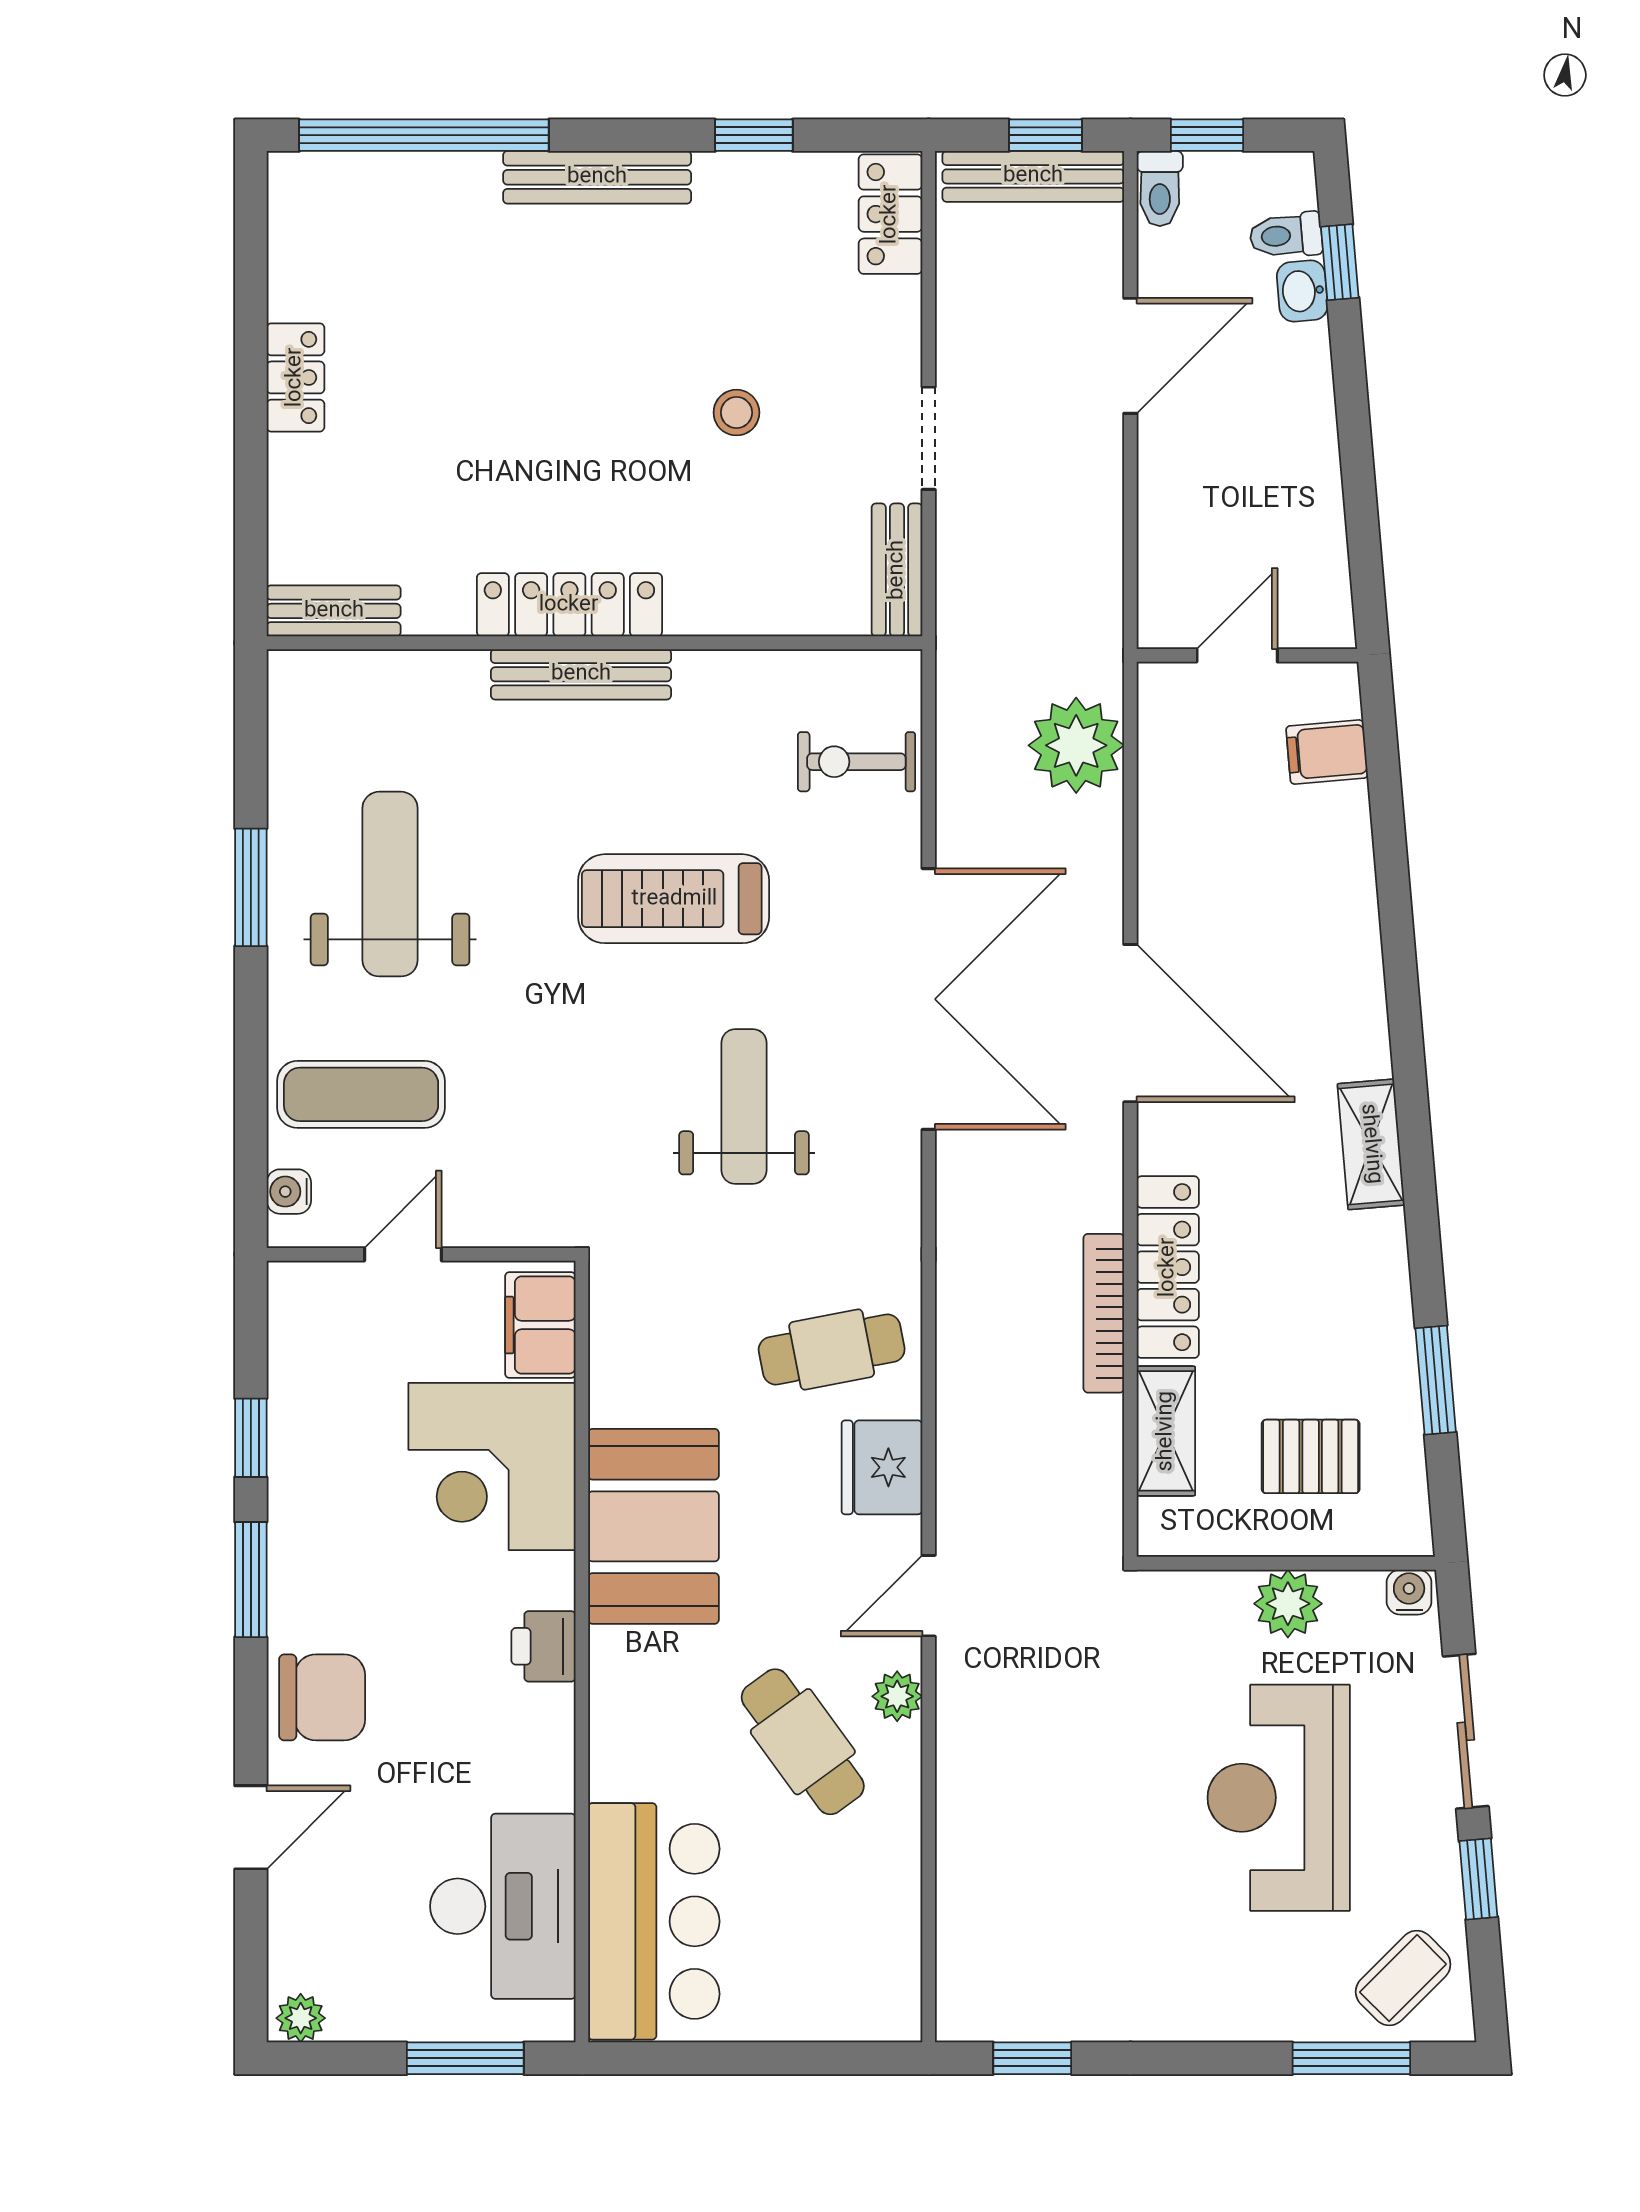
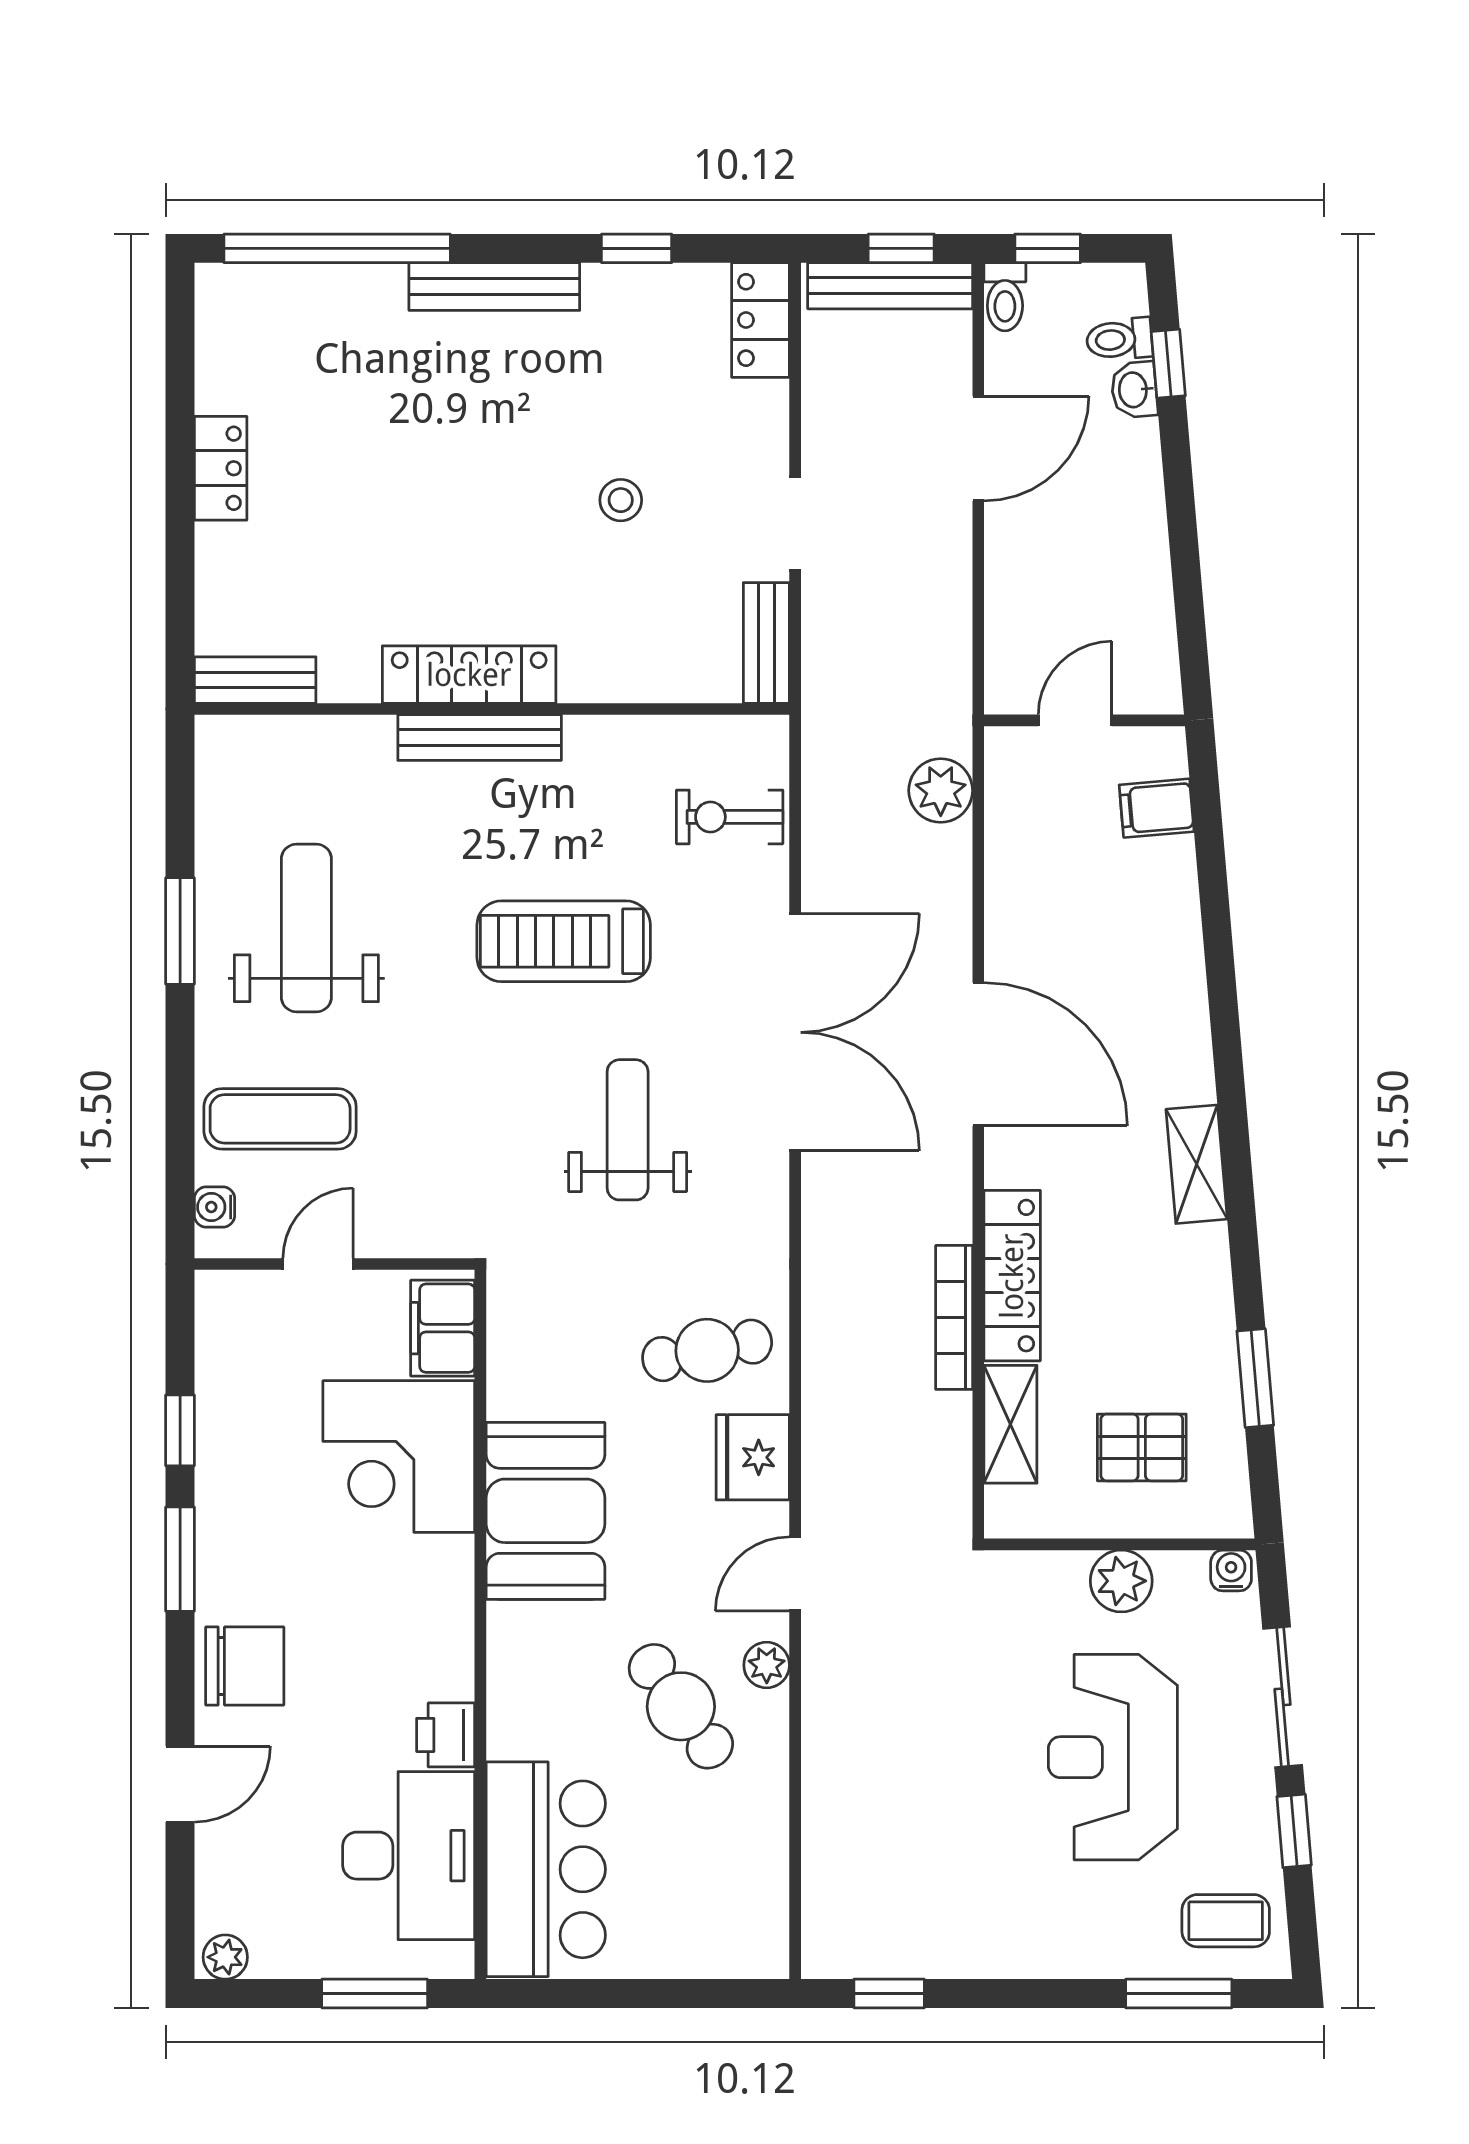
plant: (1076, 745) -> (941, 790), width x0.73, depth x0.73
printer: (543, 1646) -> (446, 1735), moved
coffee table: (1403, 1978) -> (1226, 1921), turned 45

